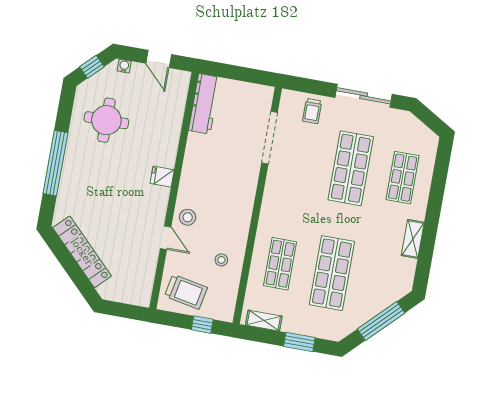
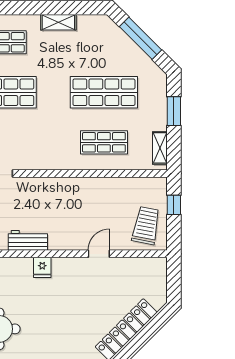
workbench: (193, 167) -> (28, 240), added
stool: (188, 217) -> (76, 237), removed
stool: (221, 260) -> (110, 198), removed

